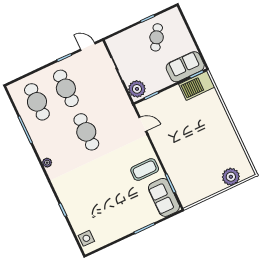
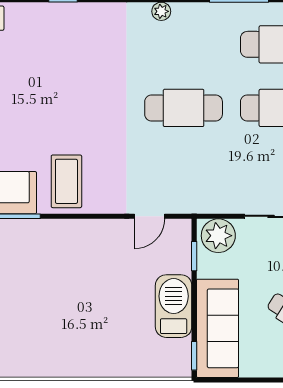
sofa: (185, 67) -> (218, 328), width x1.36
barbecue: (197, 86) -> (174, 306), moved

